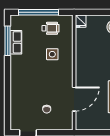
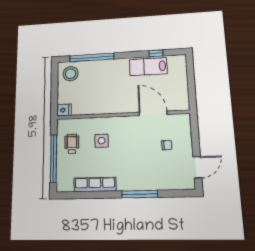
window: (8, 41) -> (139, 194), moved
row of seats: (16, 42) -> (95, 185), width x1.48

